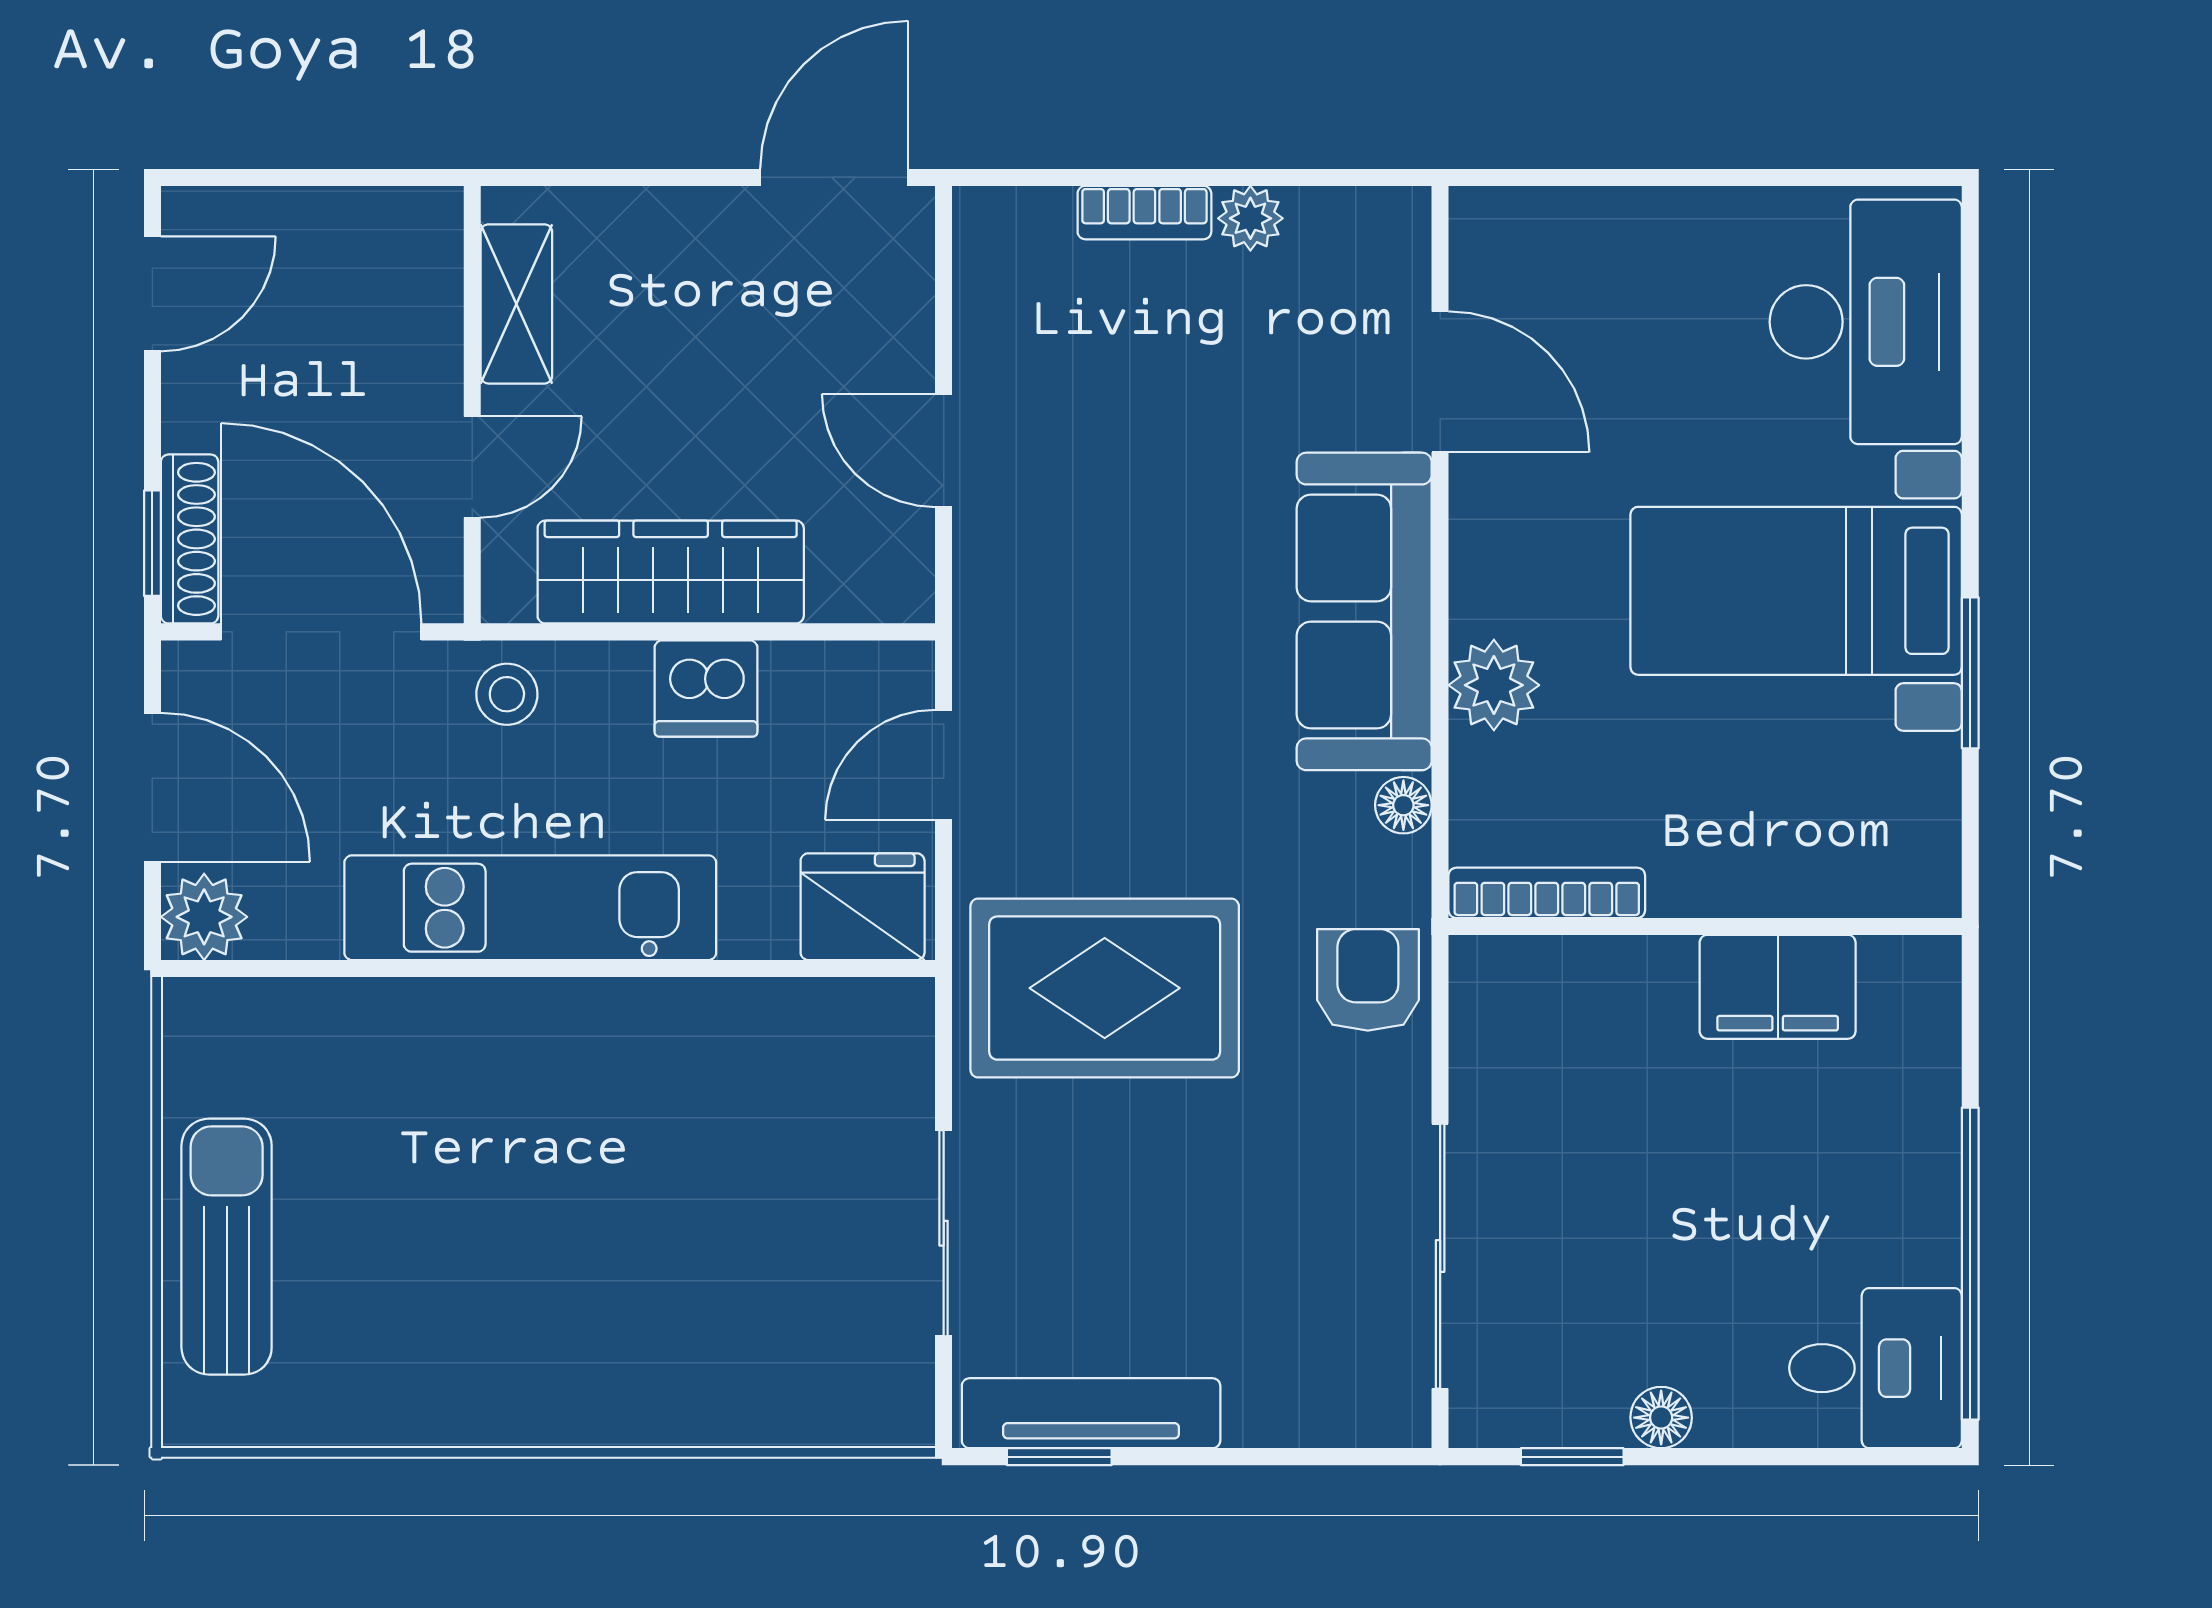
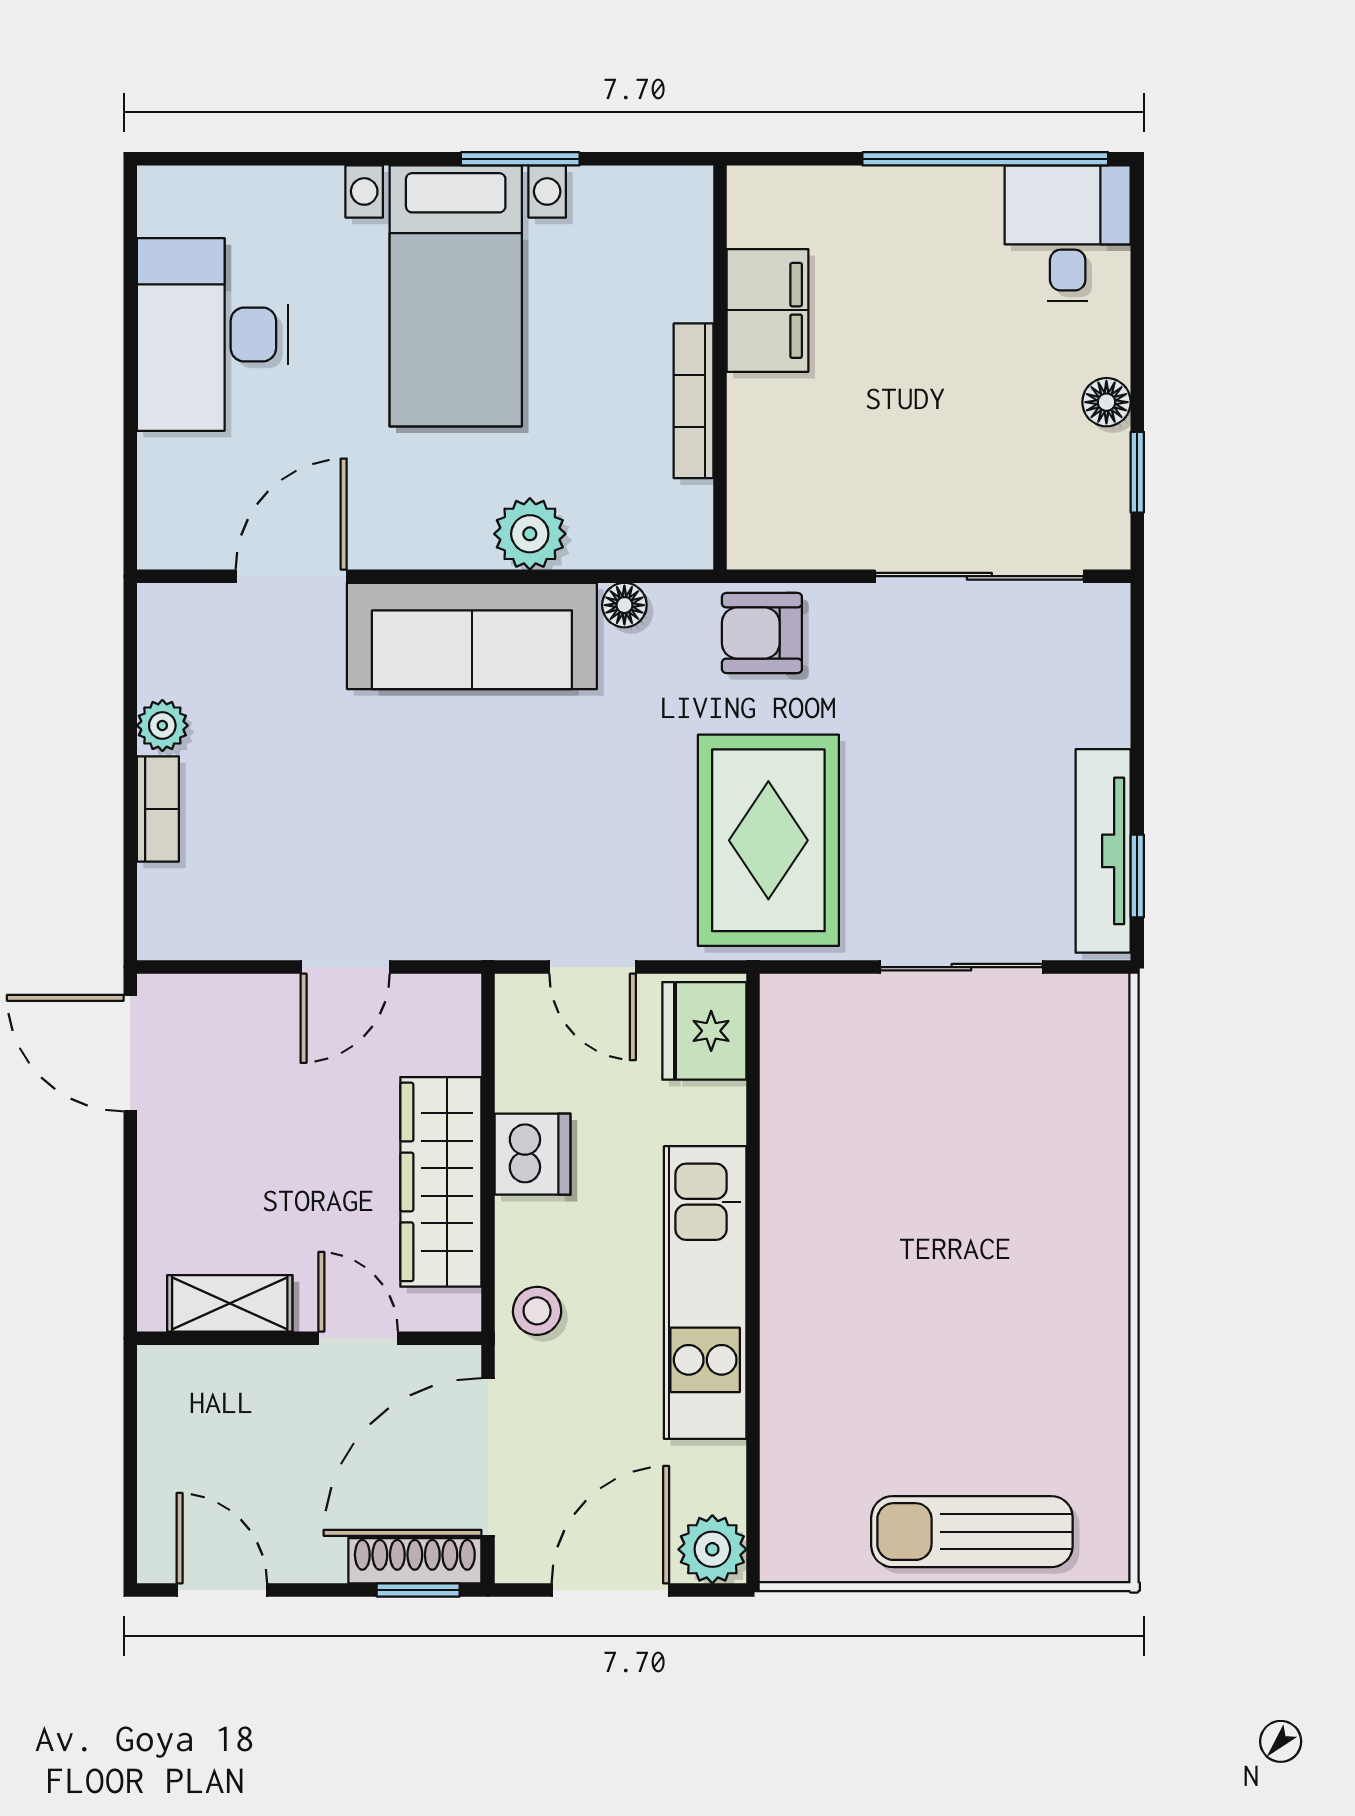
desk: (1866, 322) -> (212, 335), moved, turned -90
bookcase: (1547, 893) -> (693, 401), moved

